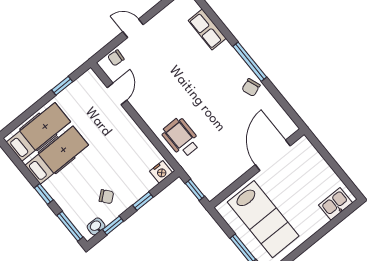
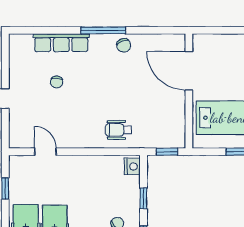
row of seats: (207, 29) -> (61, 43), width x1.48
chair: (116, 58) -> (57, 82), moved
wheelchair: (181, 138) -> (118, 130), width x0.73, depth x0.73

